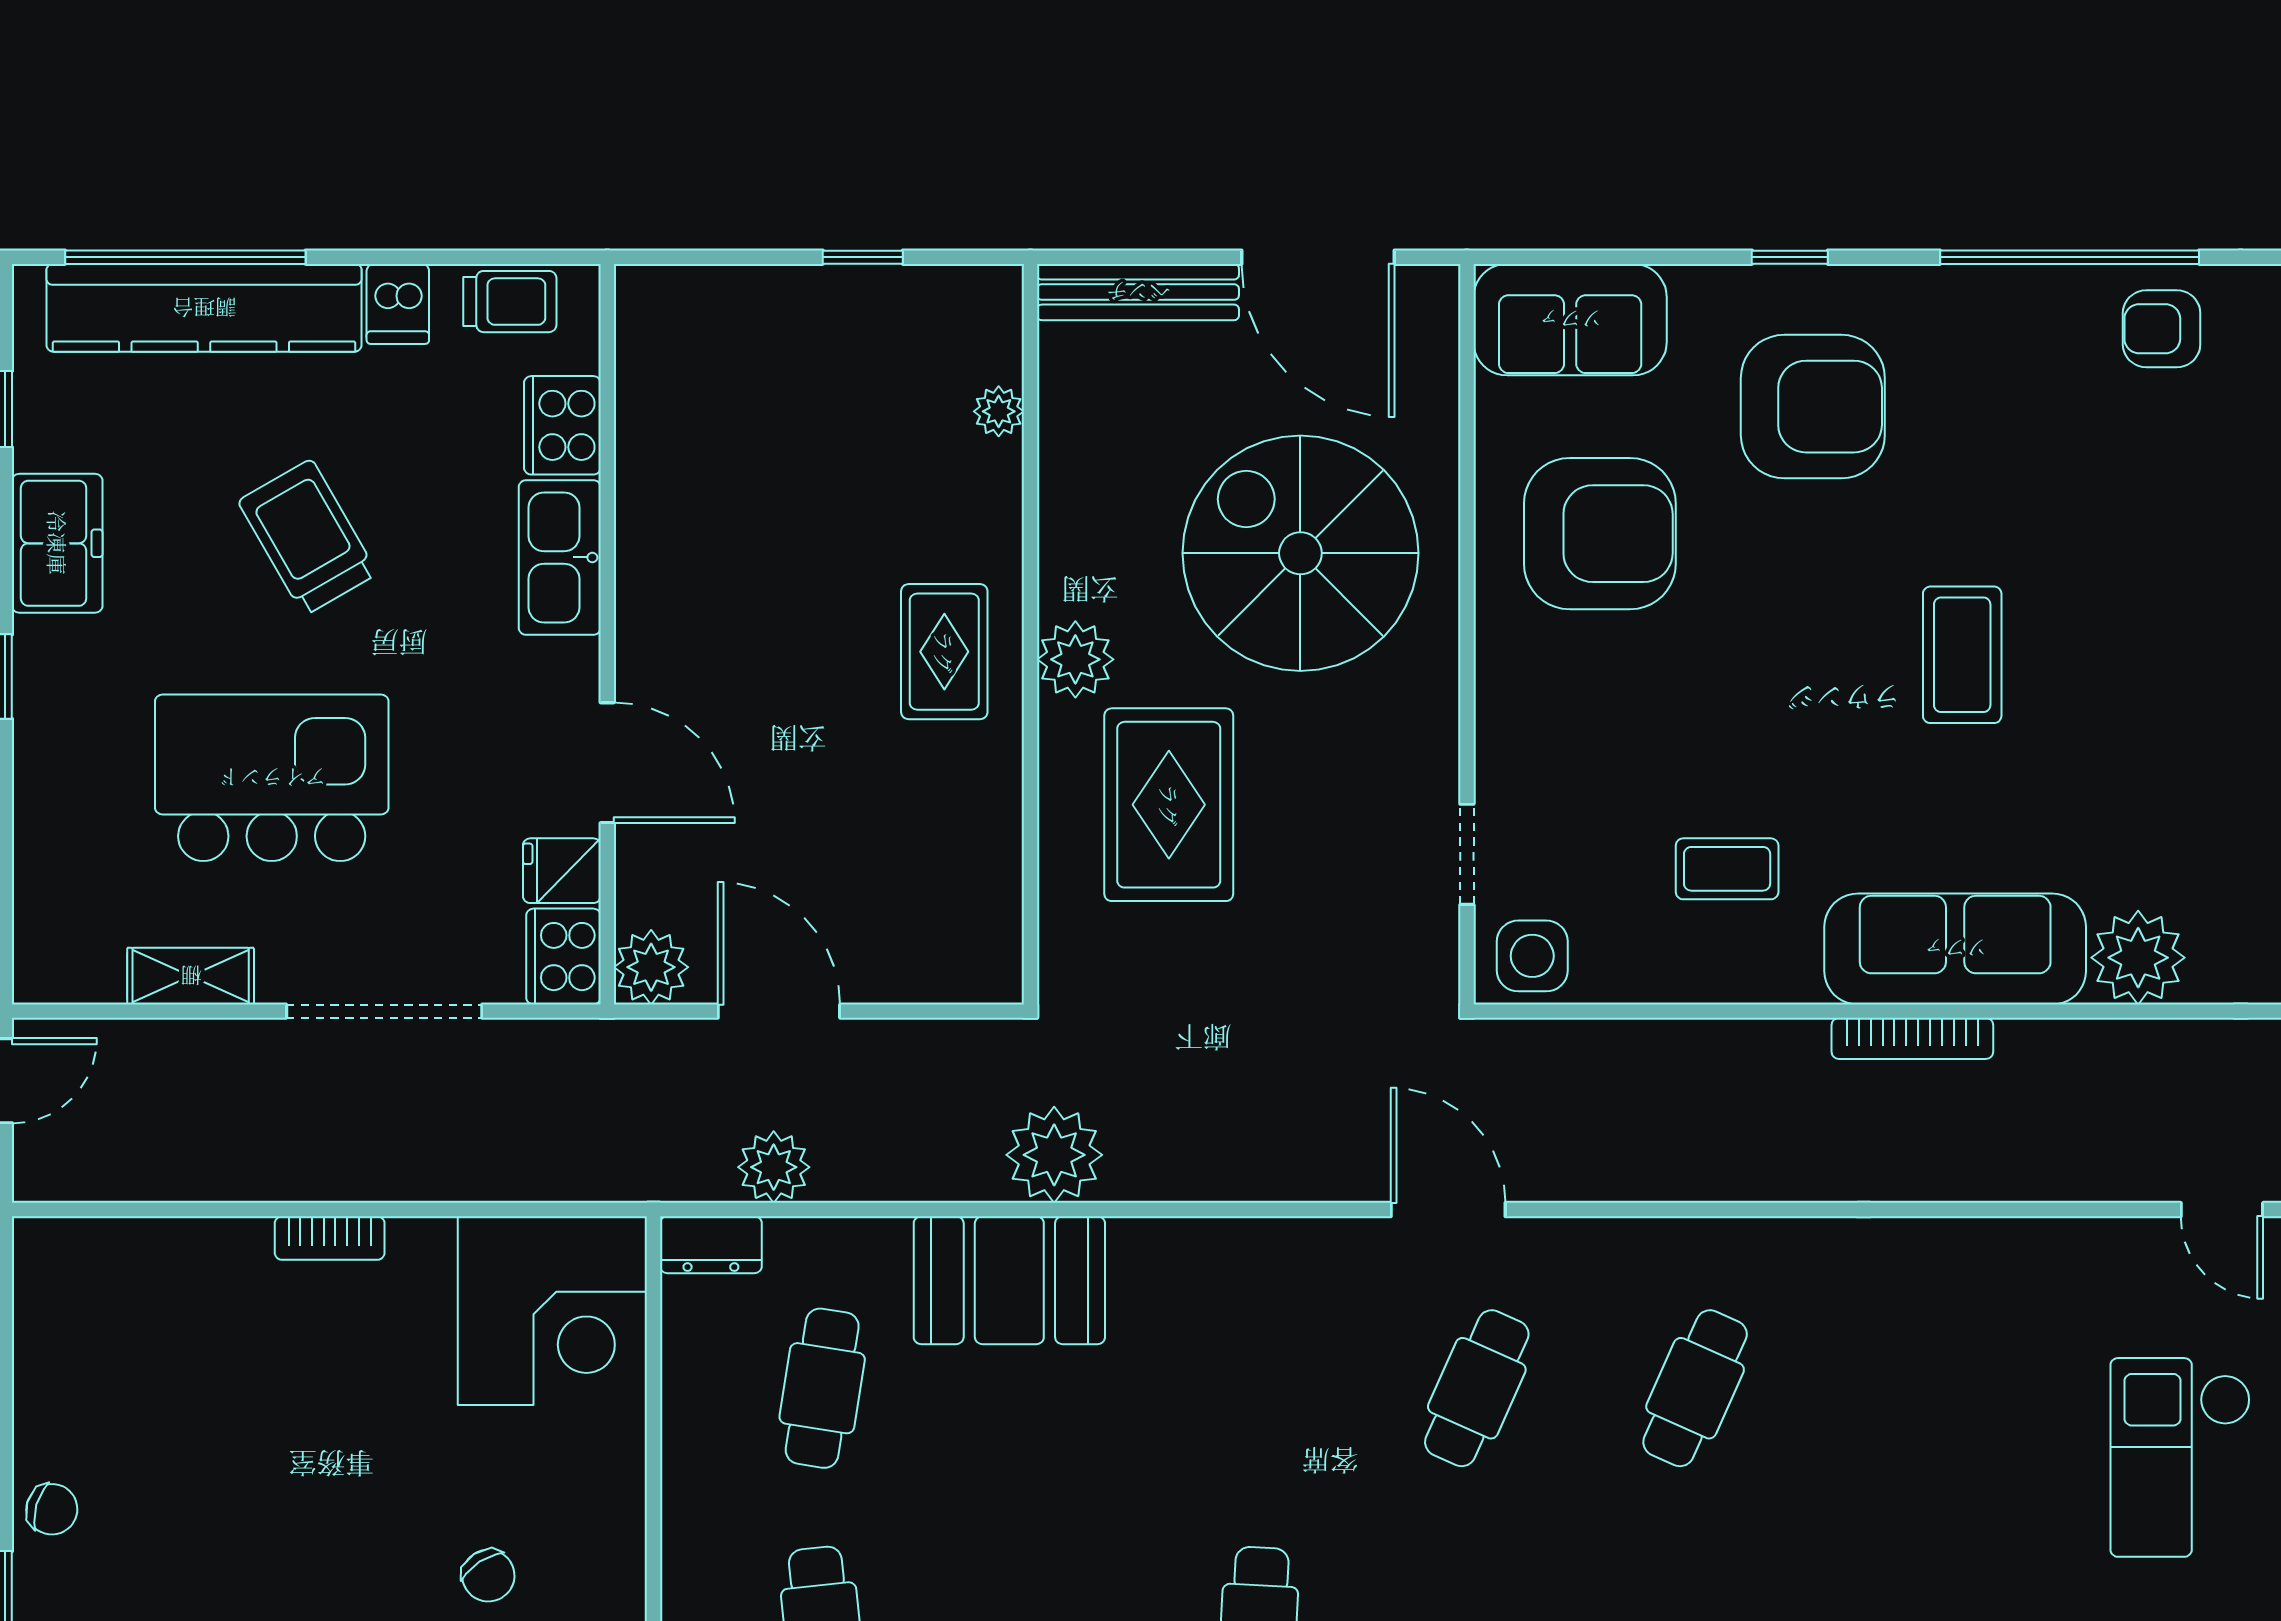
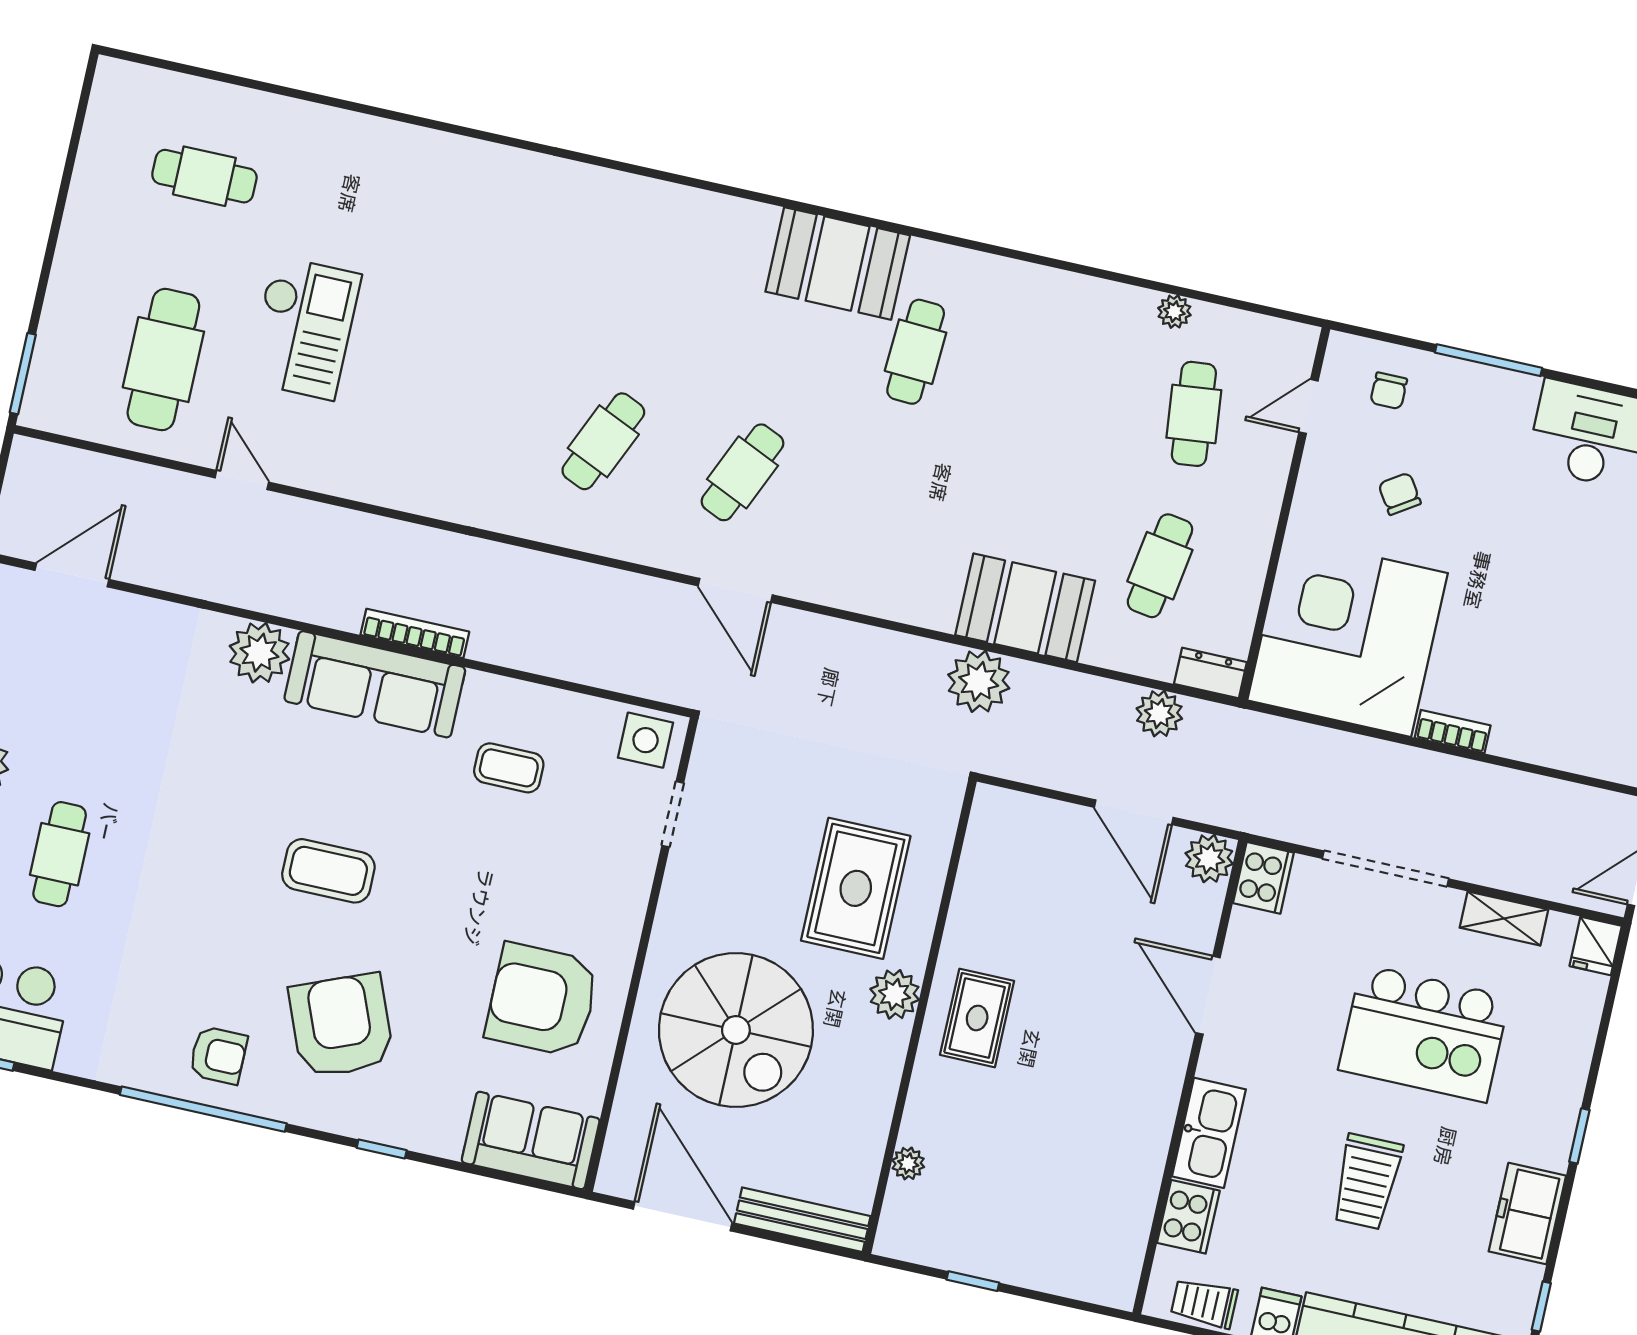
armchair: (2162, 329) -> (218, 1055), moved
armchair: (1813, 407) -> (341, 1026), moved, turned 68
trolley: (308, 537) -> (1367, 1182), turned 30
coffee table: (1962, 655) -> (328, 871), turned 90
fridge: (562, 871) -> (1596, 946), moved, turned 90
corner desk: (552, 1311) -> (1348, 637), width x1.36, depth x1.36

